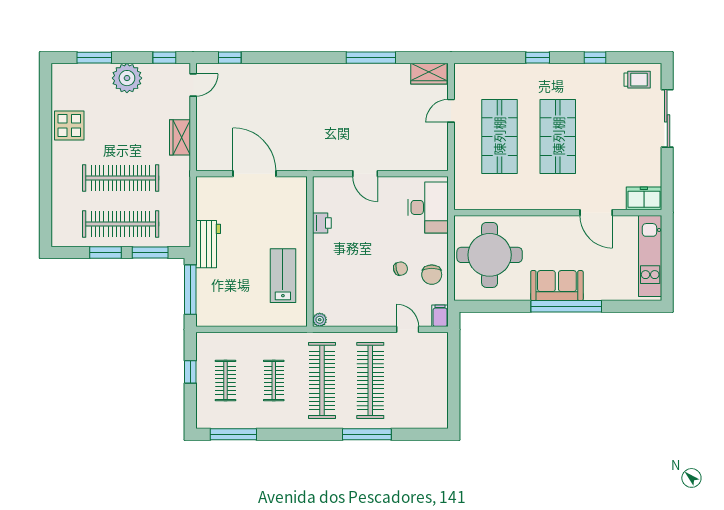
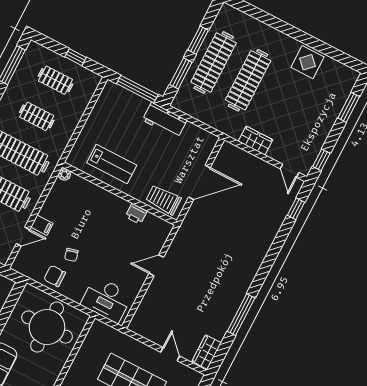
plant: (127, 78) -> (321, 124), removed
trolley: (292, 202) -> (163, 200), added
filing cabinet: (440, 316) -> (42, 225), moved

